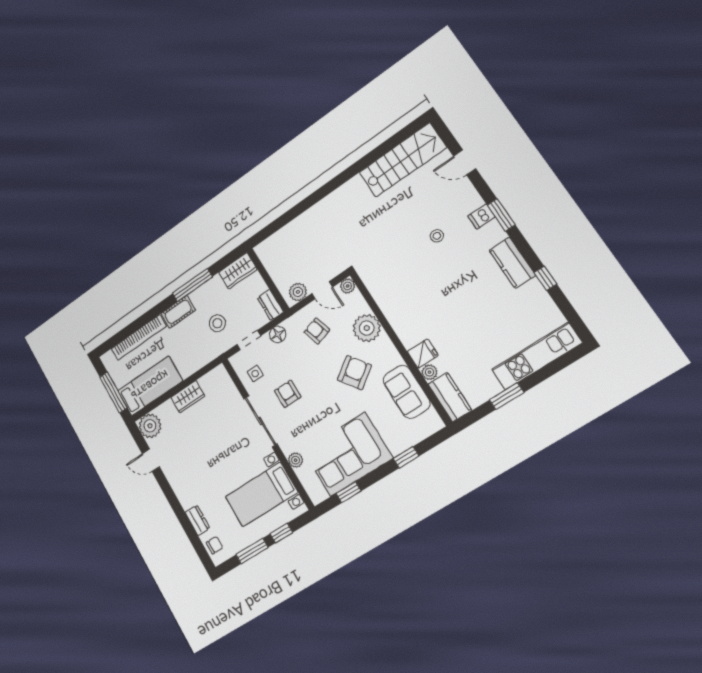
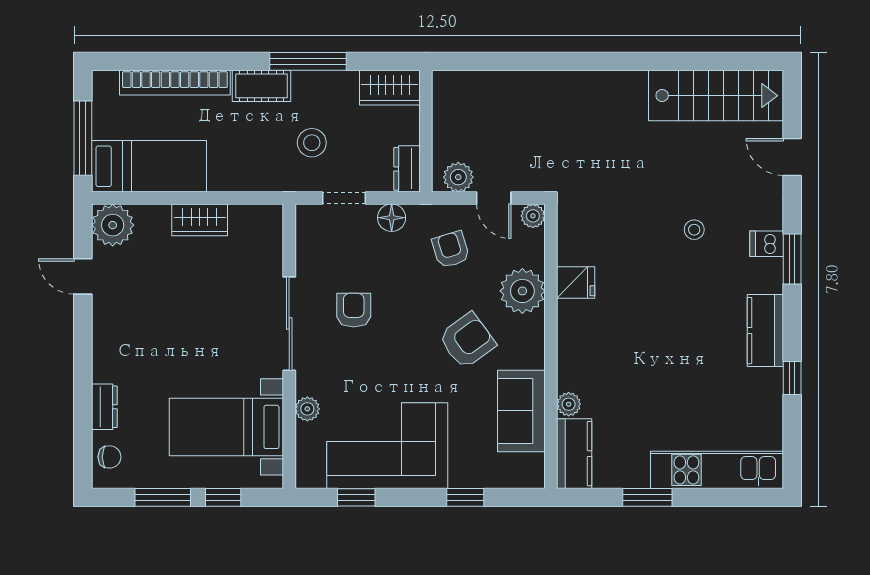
fridge: (423, 354) -> (576, 283), moved
side table: (255, 374) -> (324, 252), removed

